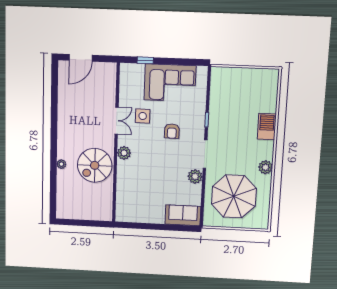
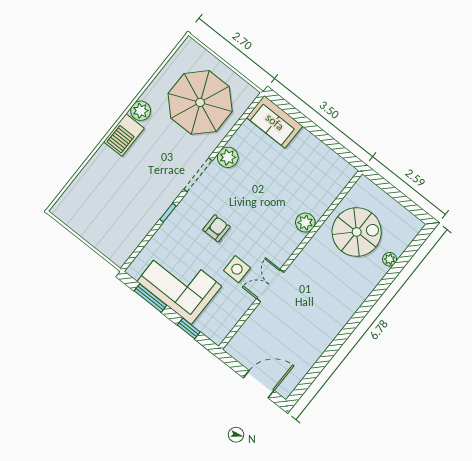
window: (181, 62) -> (150, 298), added
barbecue: (267, 127) -> (124, 135), moved
plant: (124, 153) -> (305, 223), moved
plant: (61, 164) -> (390, 259), moved
spiral stairs: (95, 165) -> (357, 232), moved

